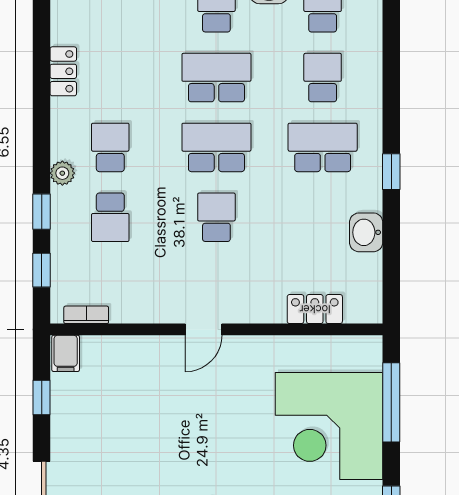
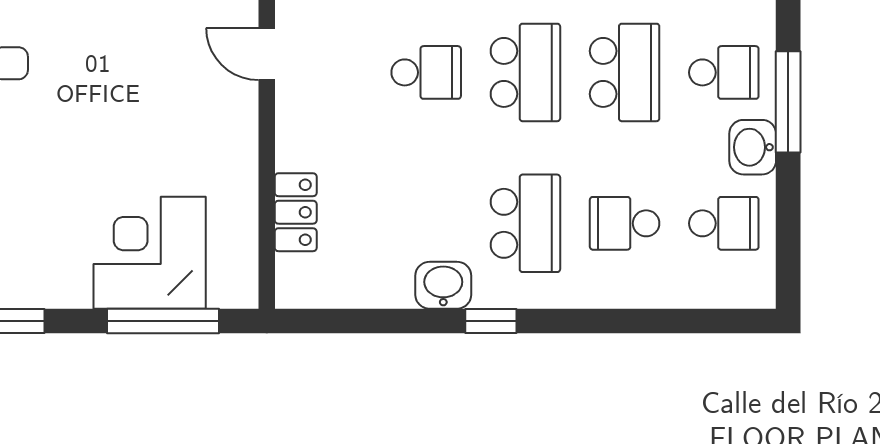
school desk: (323, 78) -> (625, 223), turned 180
washbasin: (366, 232) -> (443, 285), moved
corner desk: (329, 426) -> (150, 253), width x0.74, depth x0.74

